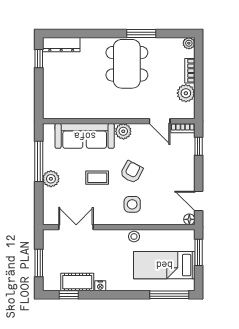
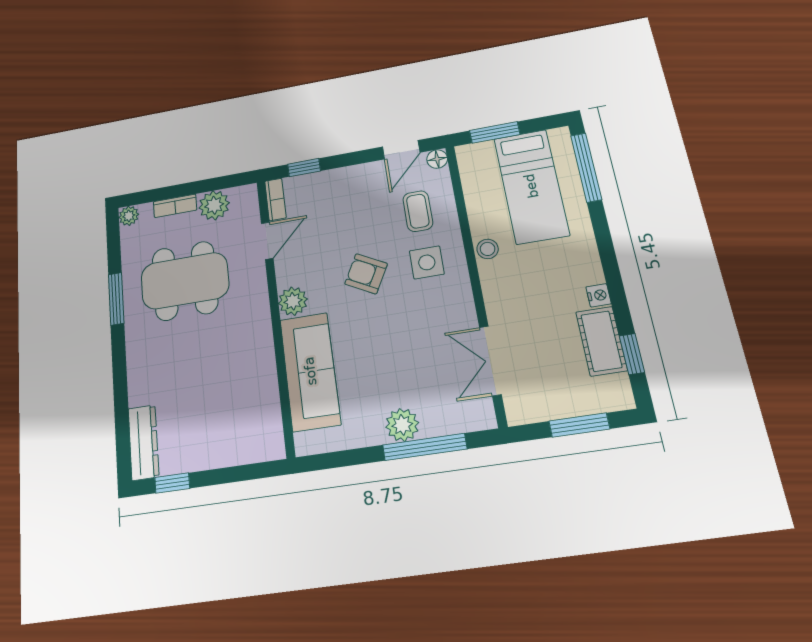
dining table: (127, 64) -> (185, 281), moved
window: (39, 161) -> (425, 447), moved
coffee table: (97, 178) -> (418, 211), moved

